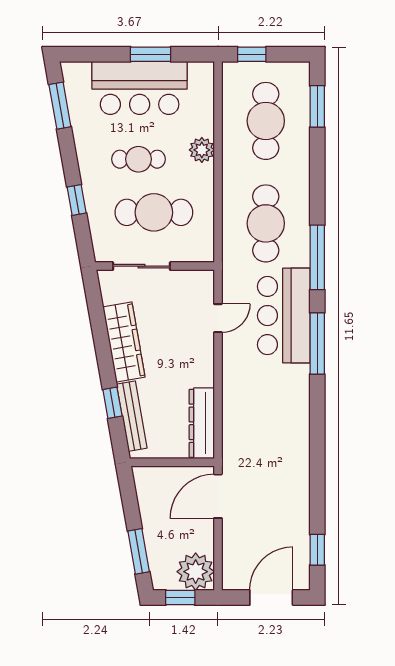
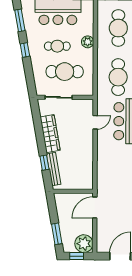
window: (77, 200) -> (25, 50), moved
dresser: (202, 423) -> (87, 173), removed

